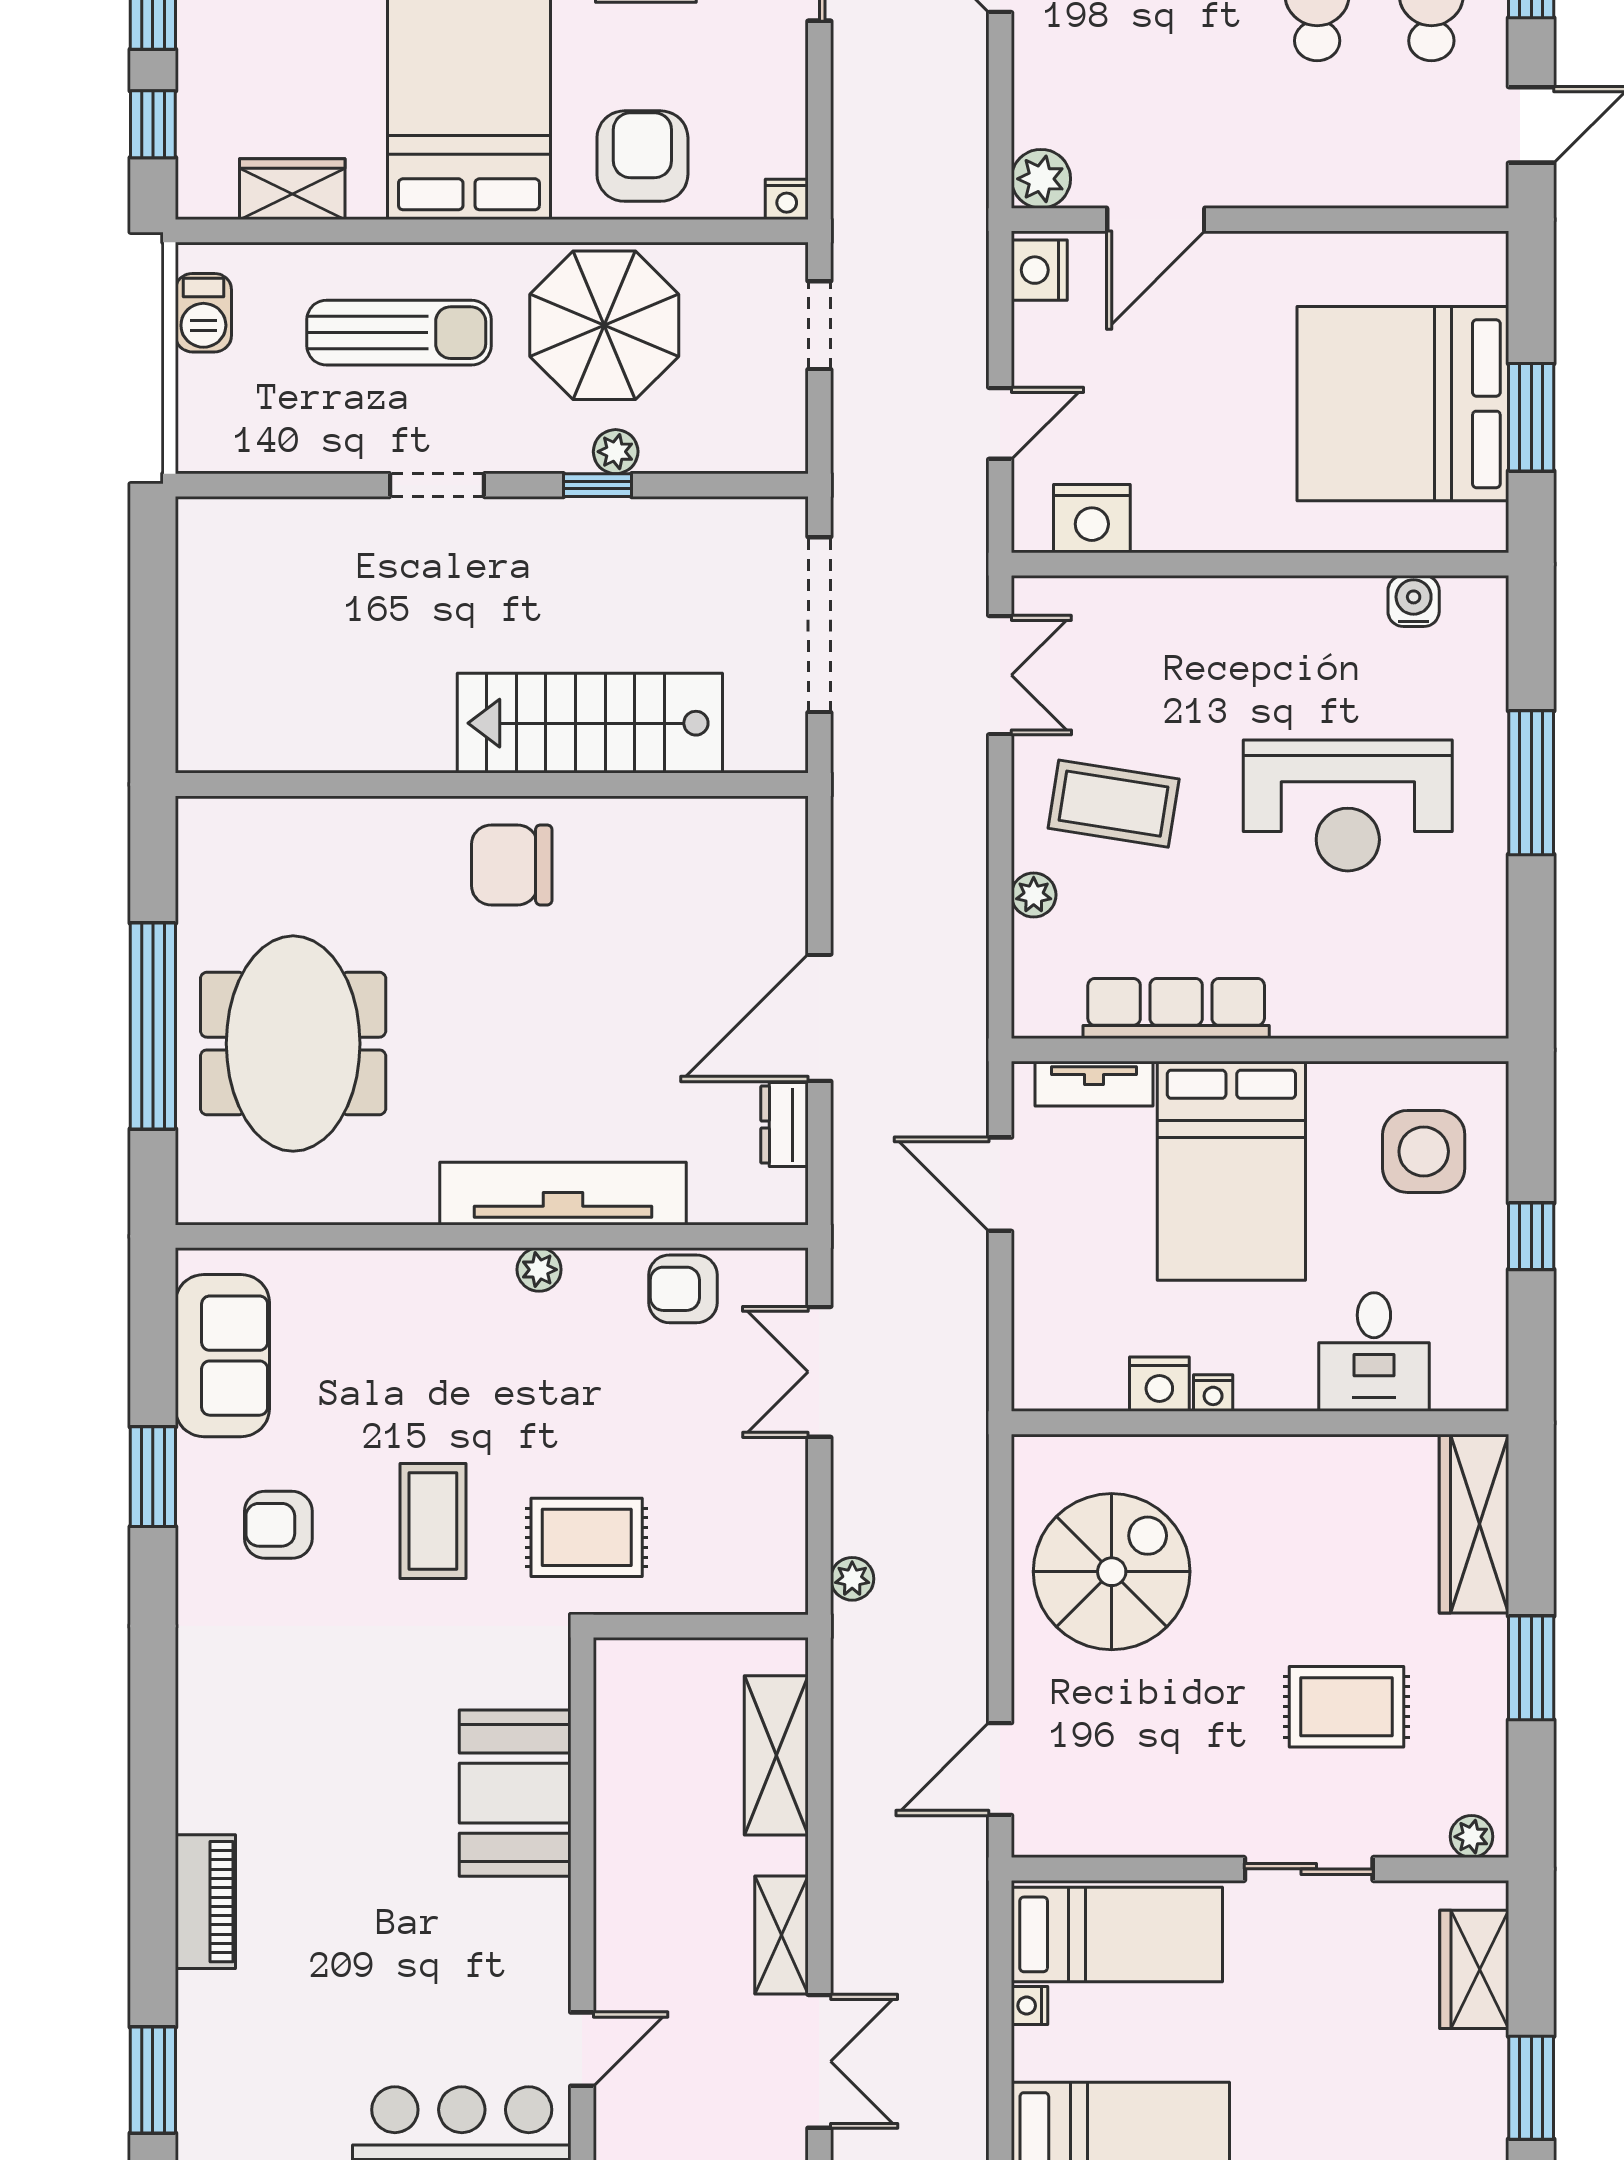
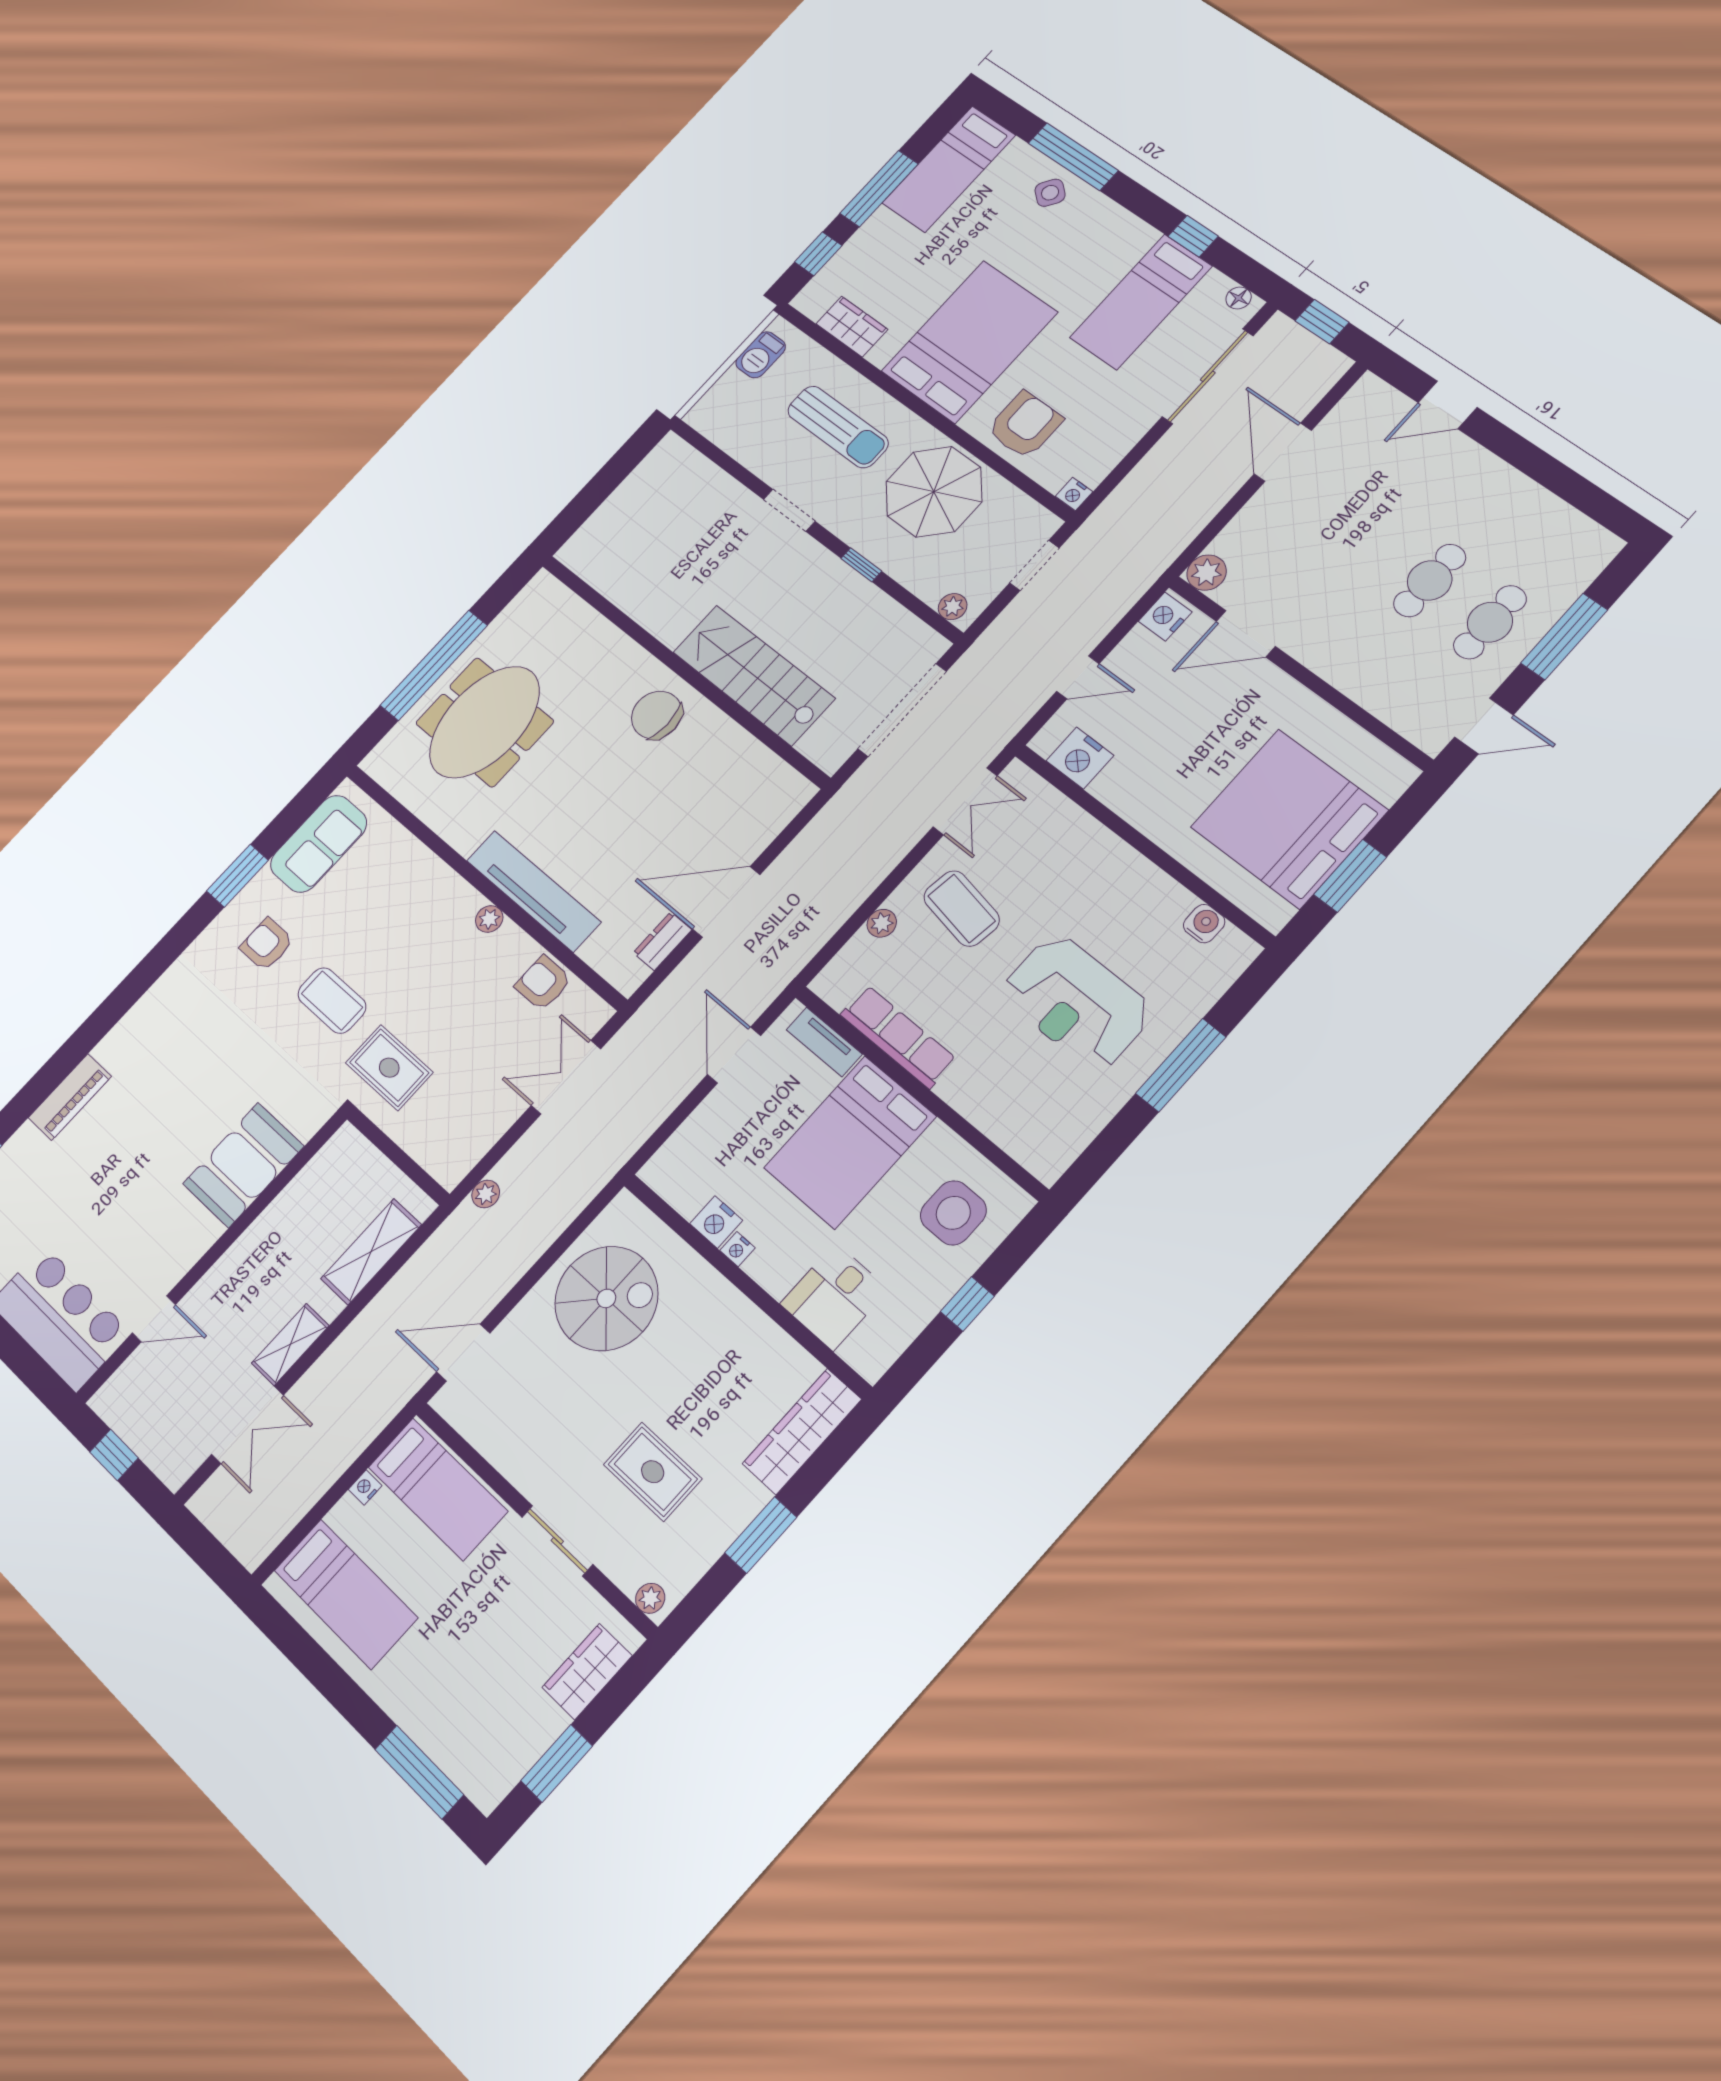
plant: (616, 452) -> (953, 607), moved
coffee table: (433, 1521) -> (332, 1000), turned 90

